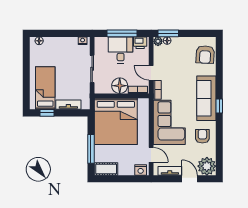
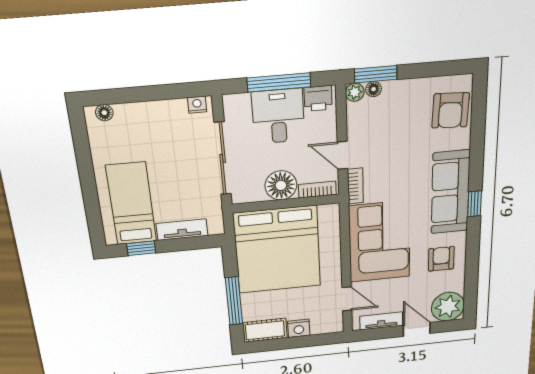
sliding door: (92, 69) -> (223, 159), width x1.37
nightstand: (141, 170) -> (299, 328), moved

